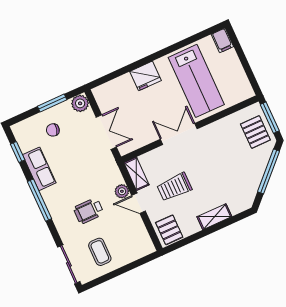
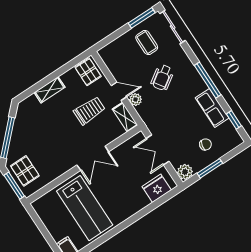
fridge: (146, 76) -> (157, 188), moved
lab bench: (196, 81) -> (85, 208), turned 180
wheelchair: (89, 211) -> (162, 77), turned 146
window: (101, 280) -> (142, 18), added

